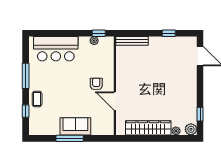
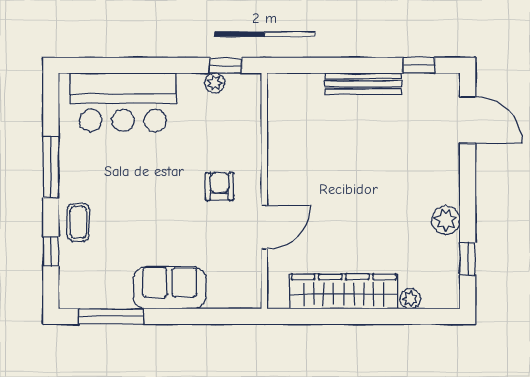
window: (169, 33) -> (419, 65), moved
bench: (132, 41) -> (363, 84), moved
door: (115, 101) -> (264, 227), swing flipped
plant: (191, 129) -> (446, 220), moved
window: (70, 138) -> (111, 316), moved

